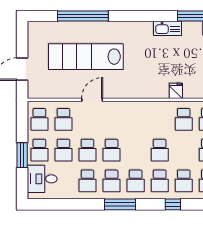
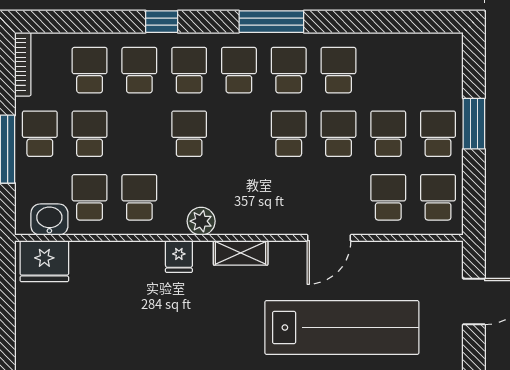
fridge: (176, 91) -> (179, 256), moved
shelving: (135, 93) -> (241, 253), added
plant: (154, 108) -> (201, 221), added
desk: (42, 179) -> (432, 74), removed

